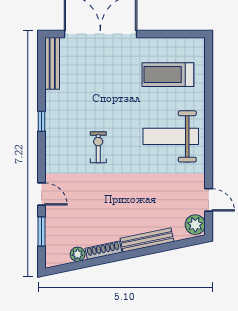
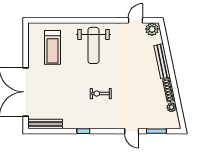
door: (42, 194) -> (132, 131), swing flipped

